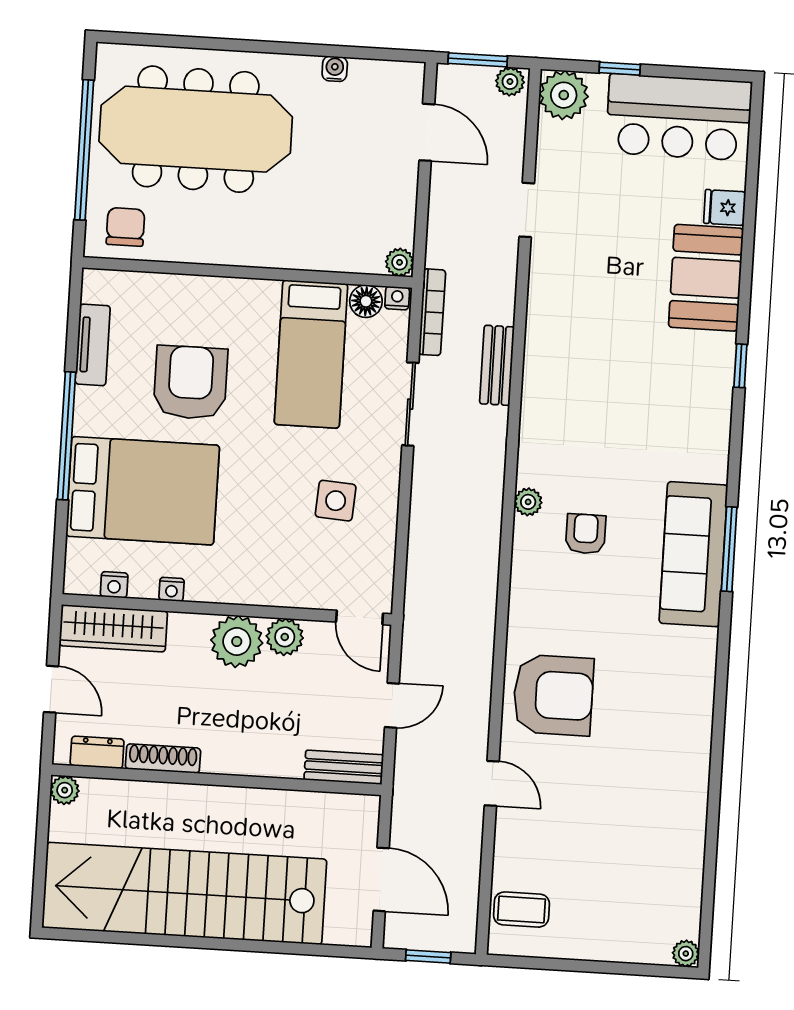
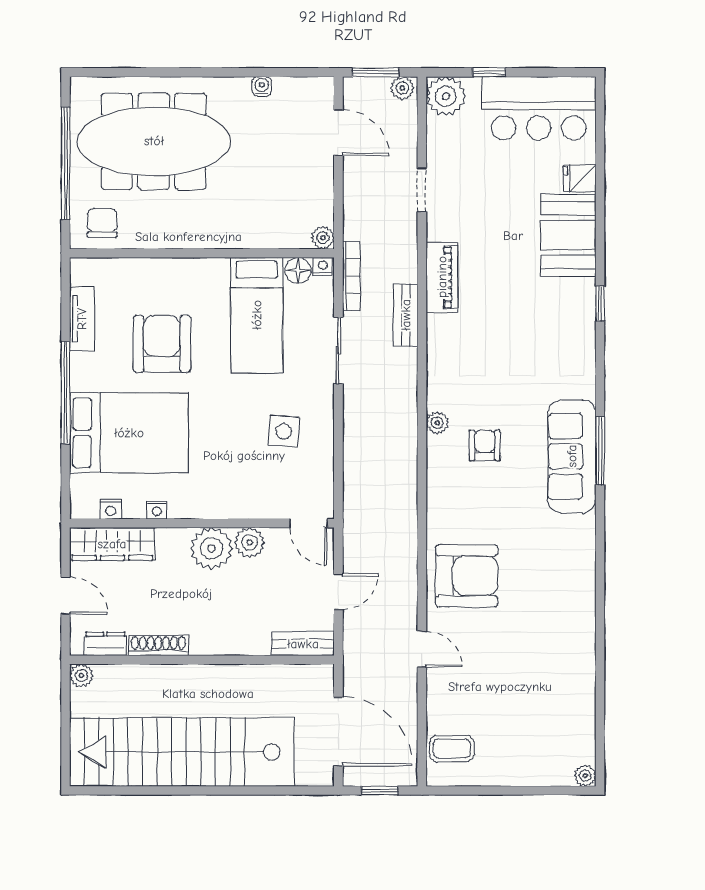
piano: (545, 321) -> (442, 277), added
door: (381, 879) -> (338, 731), width x1.36

